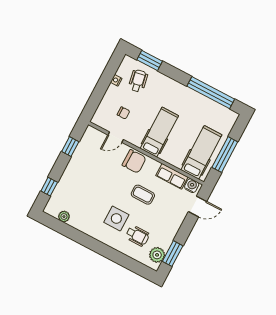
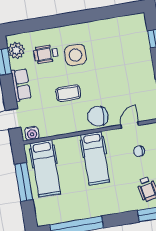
row of seats: (172, 176) -> (21, 85), moved, turned 90
plant: (64, 217) -> (122, 22), removed

